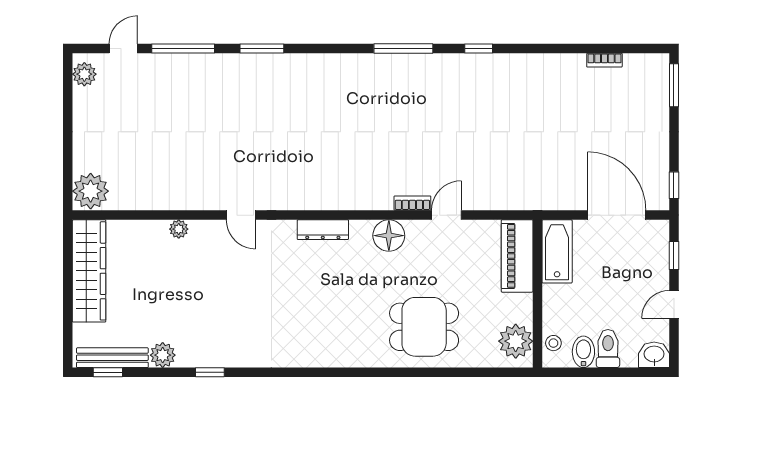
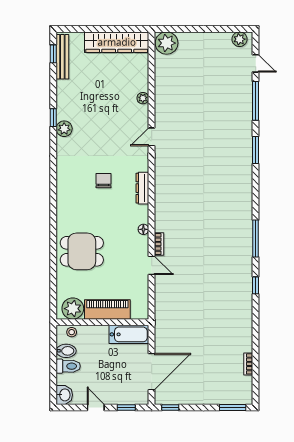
floor lamp: (389, 236) -> (143, 229), width x0.53, depth x0.53
piano: (517, 256) -> (107, 309), moved
chair: (311, 292) -> (104, 181), added
dining table: (424, 327) -> (82, 251), turned 90
plant: (163, 355) -> (64, 129), moved

